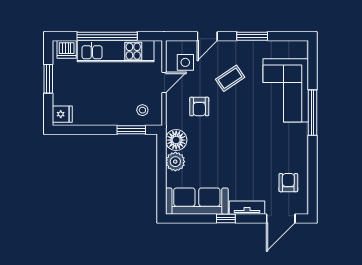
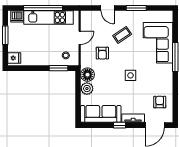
door: (207, 36) -> (107, 8), hinge flipped
side table: (185, 62) -> (130, 75), moved

